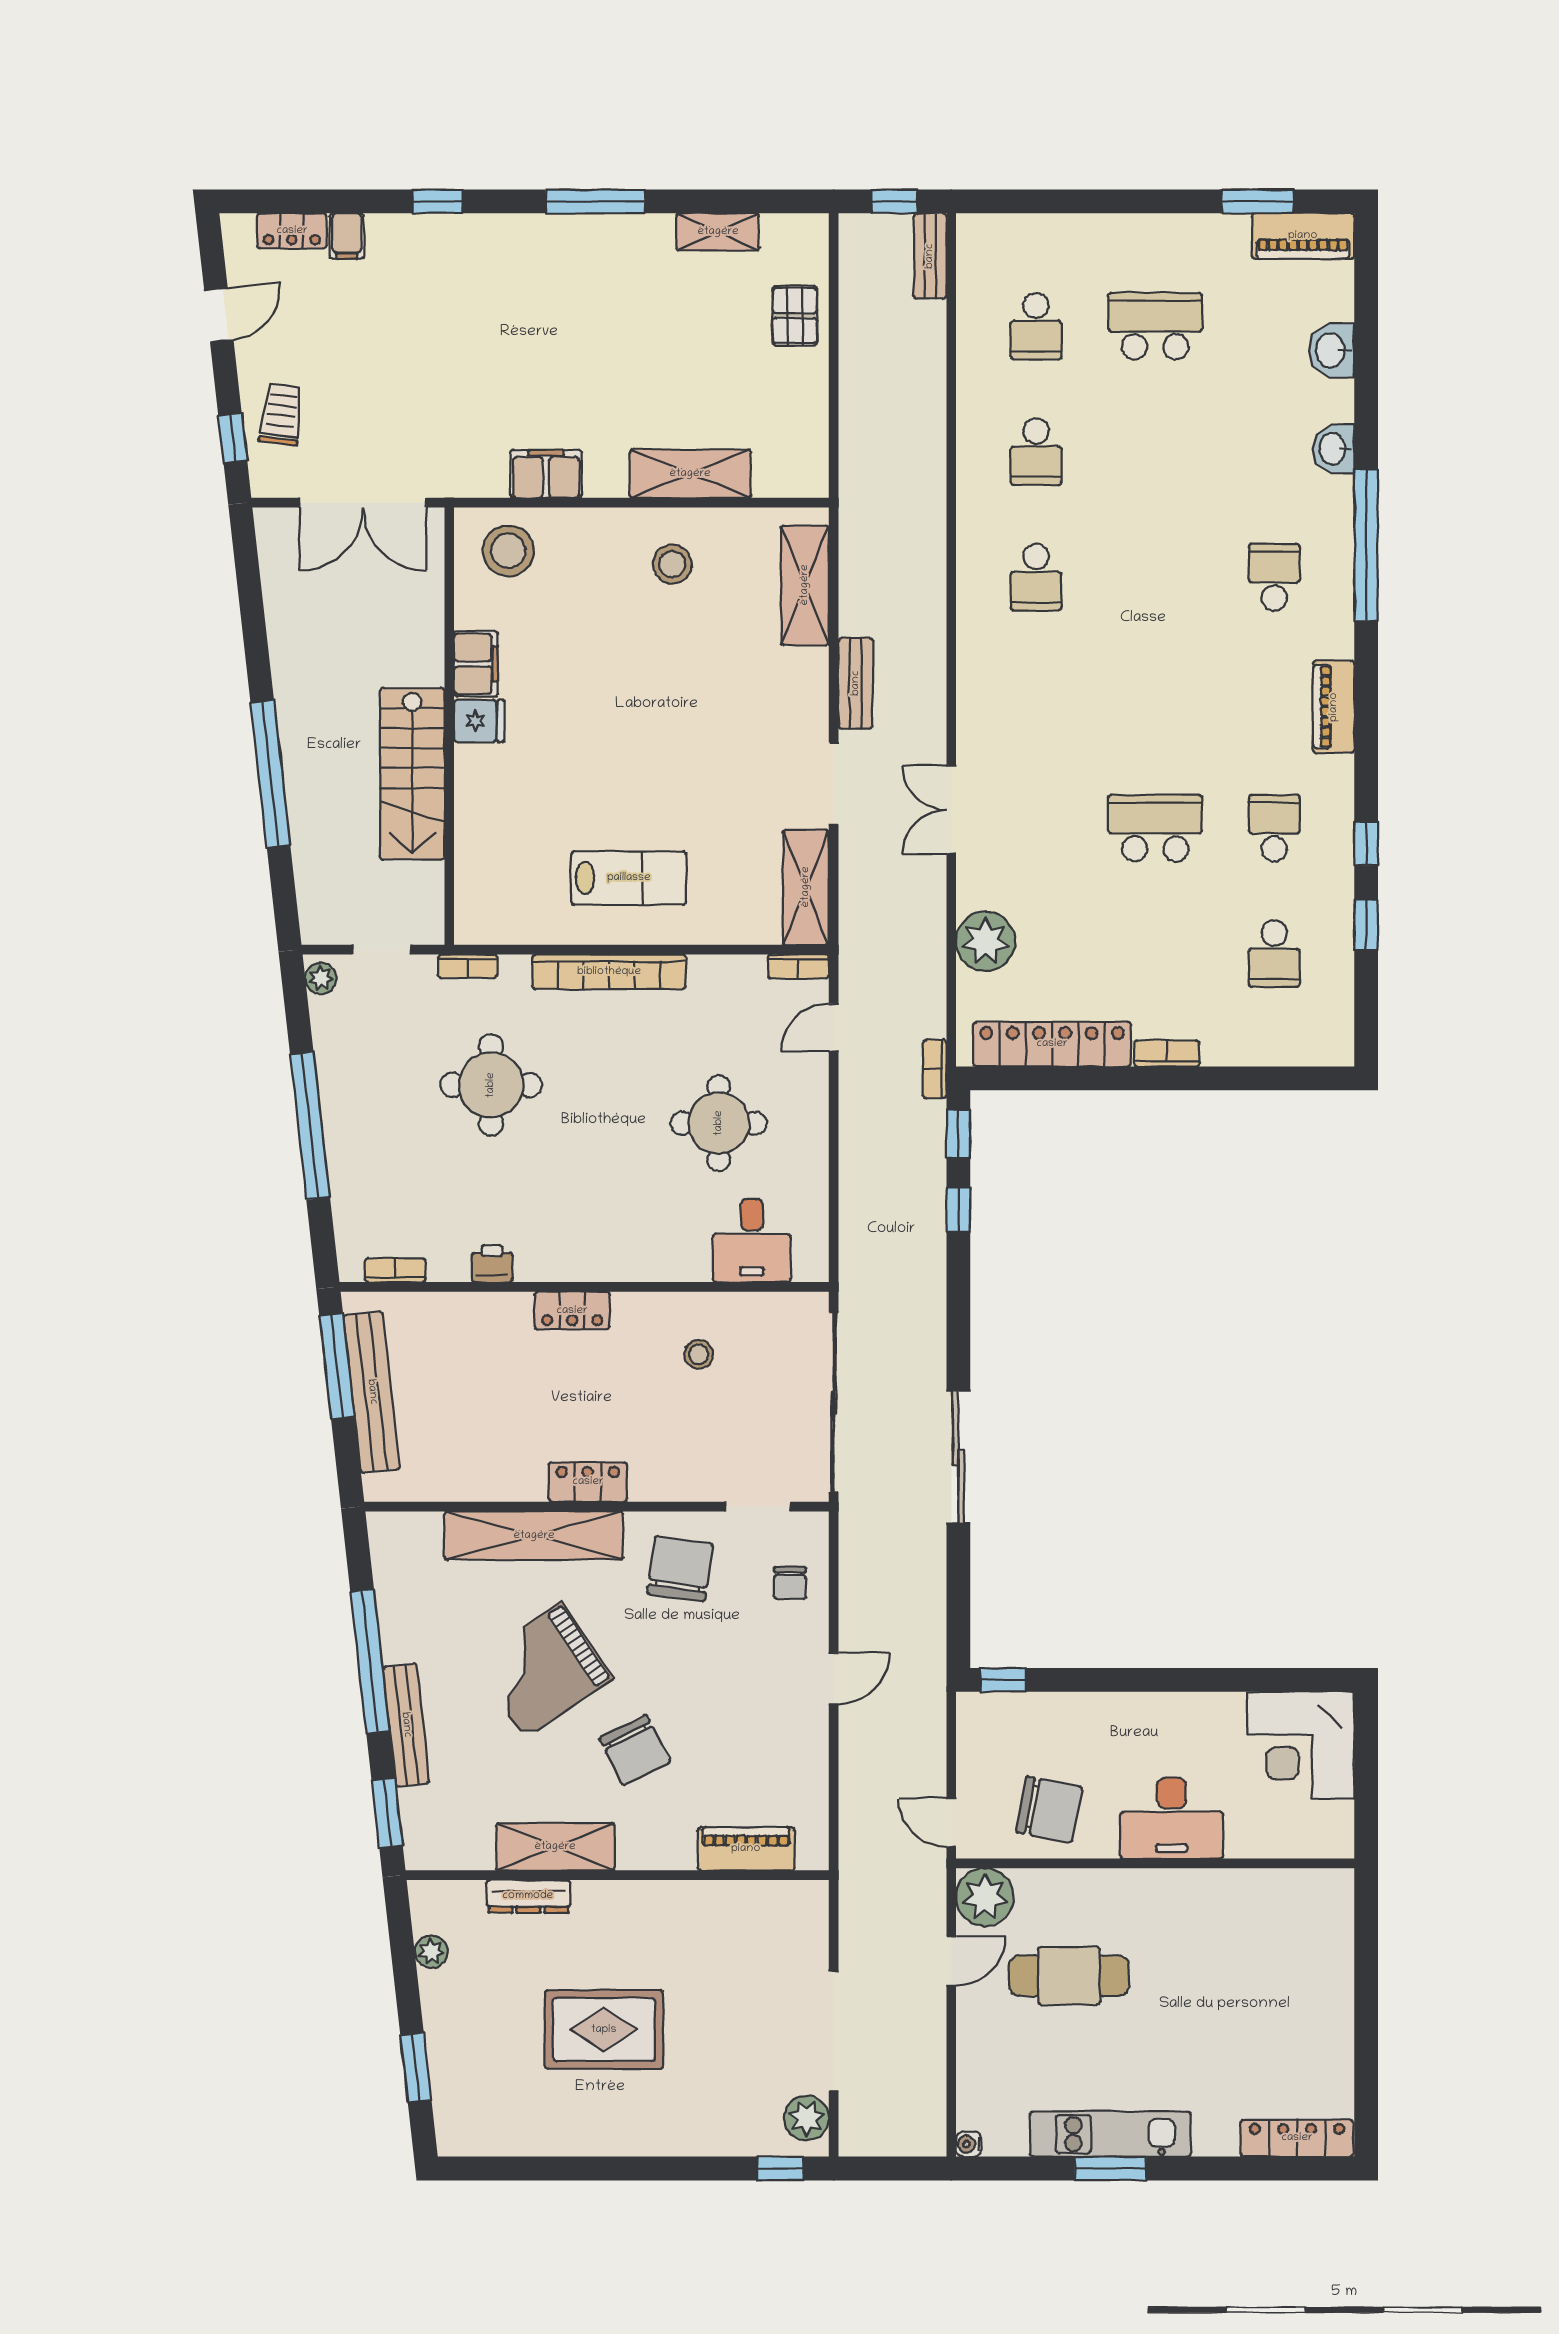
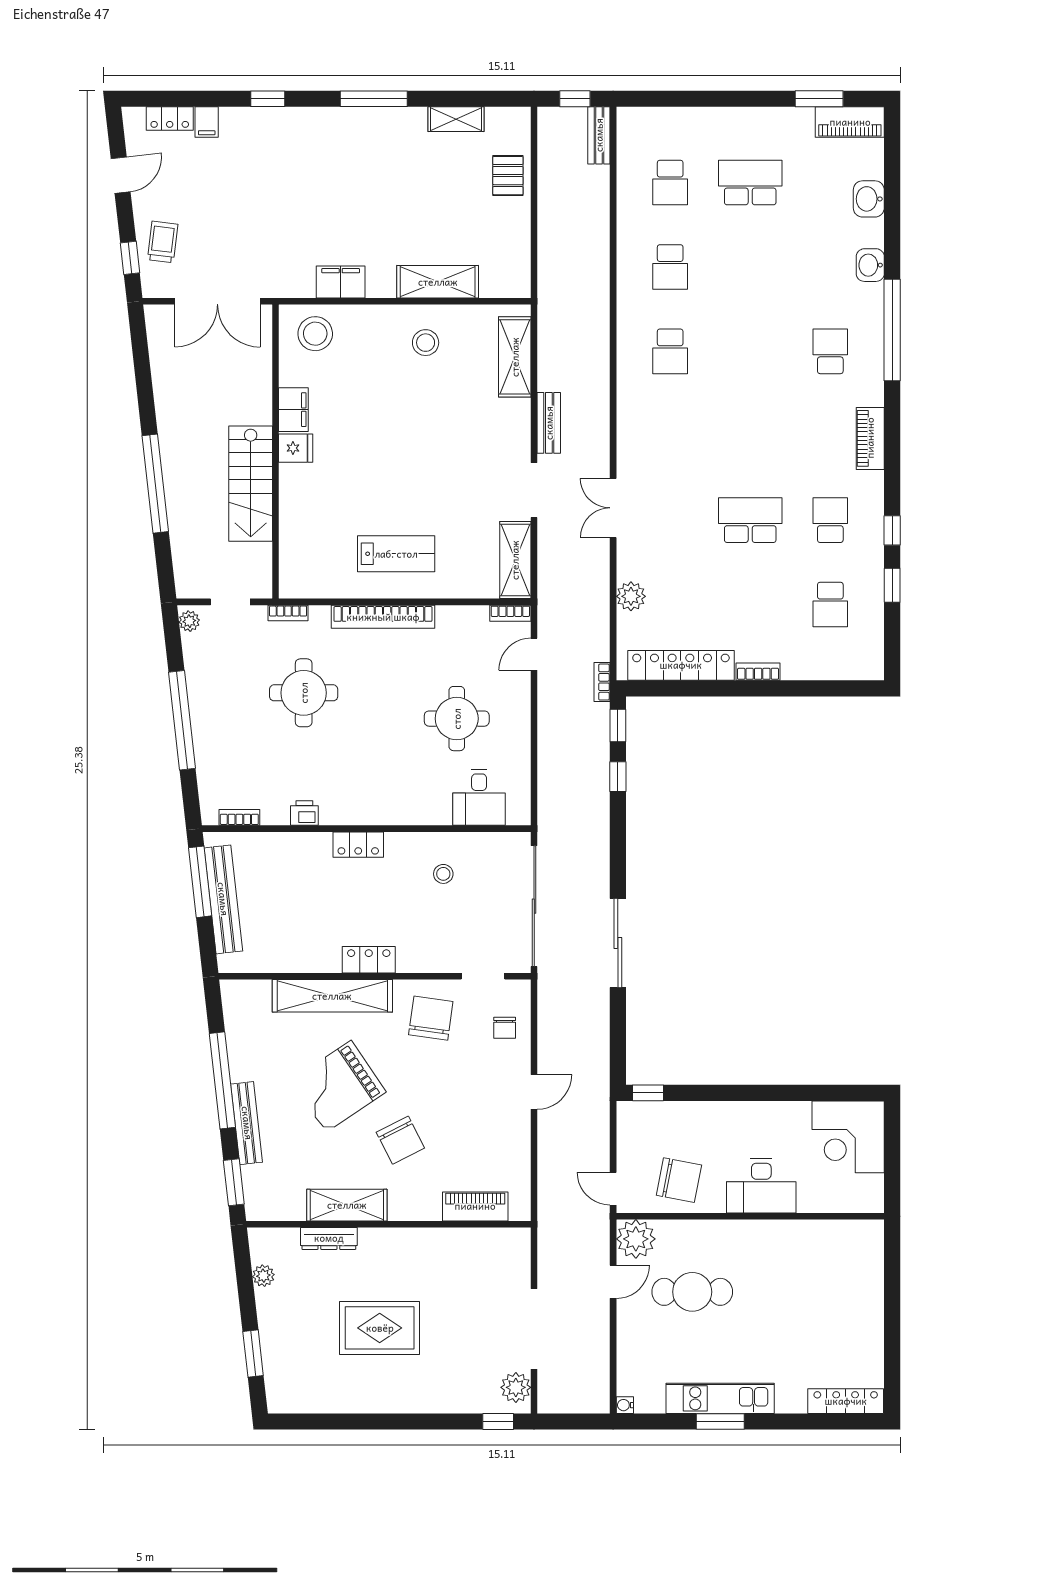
plant: (986, 941) -> (631, 596), width x0.73, depth x0.73

